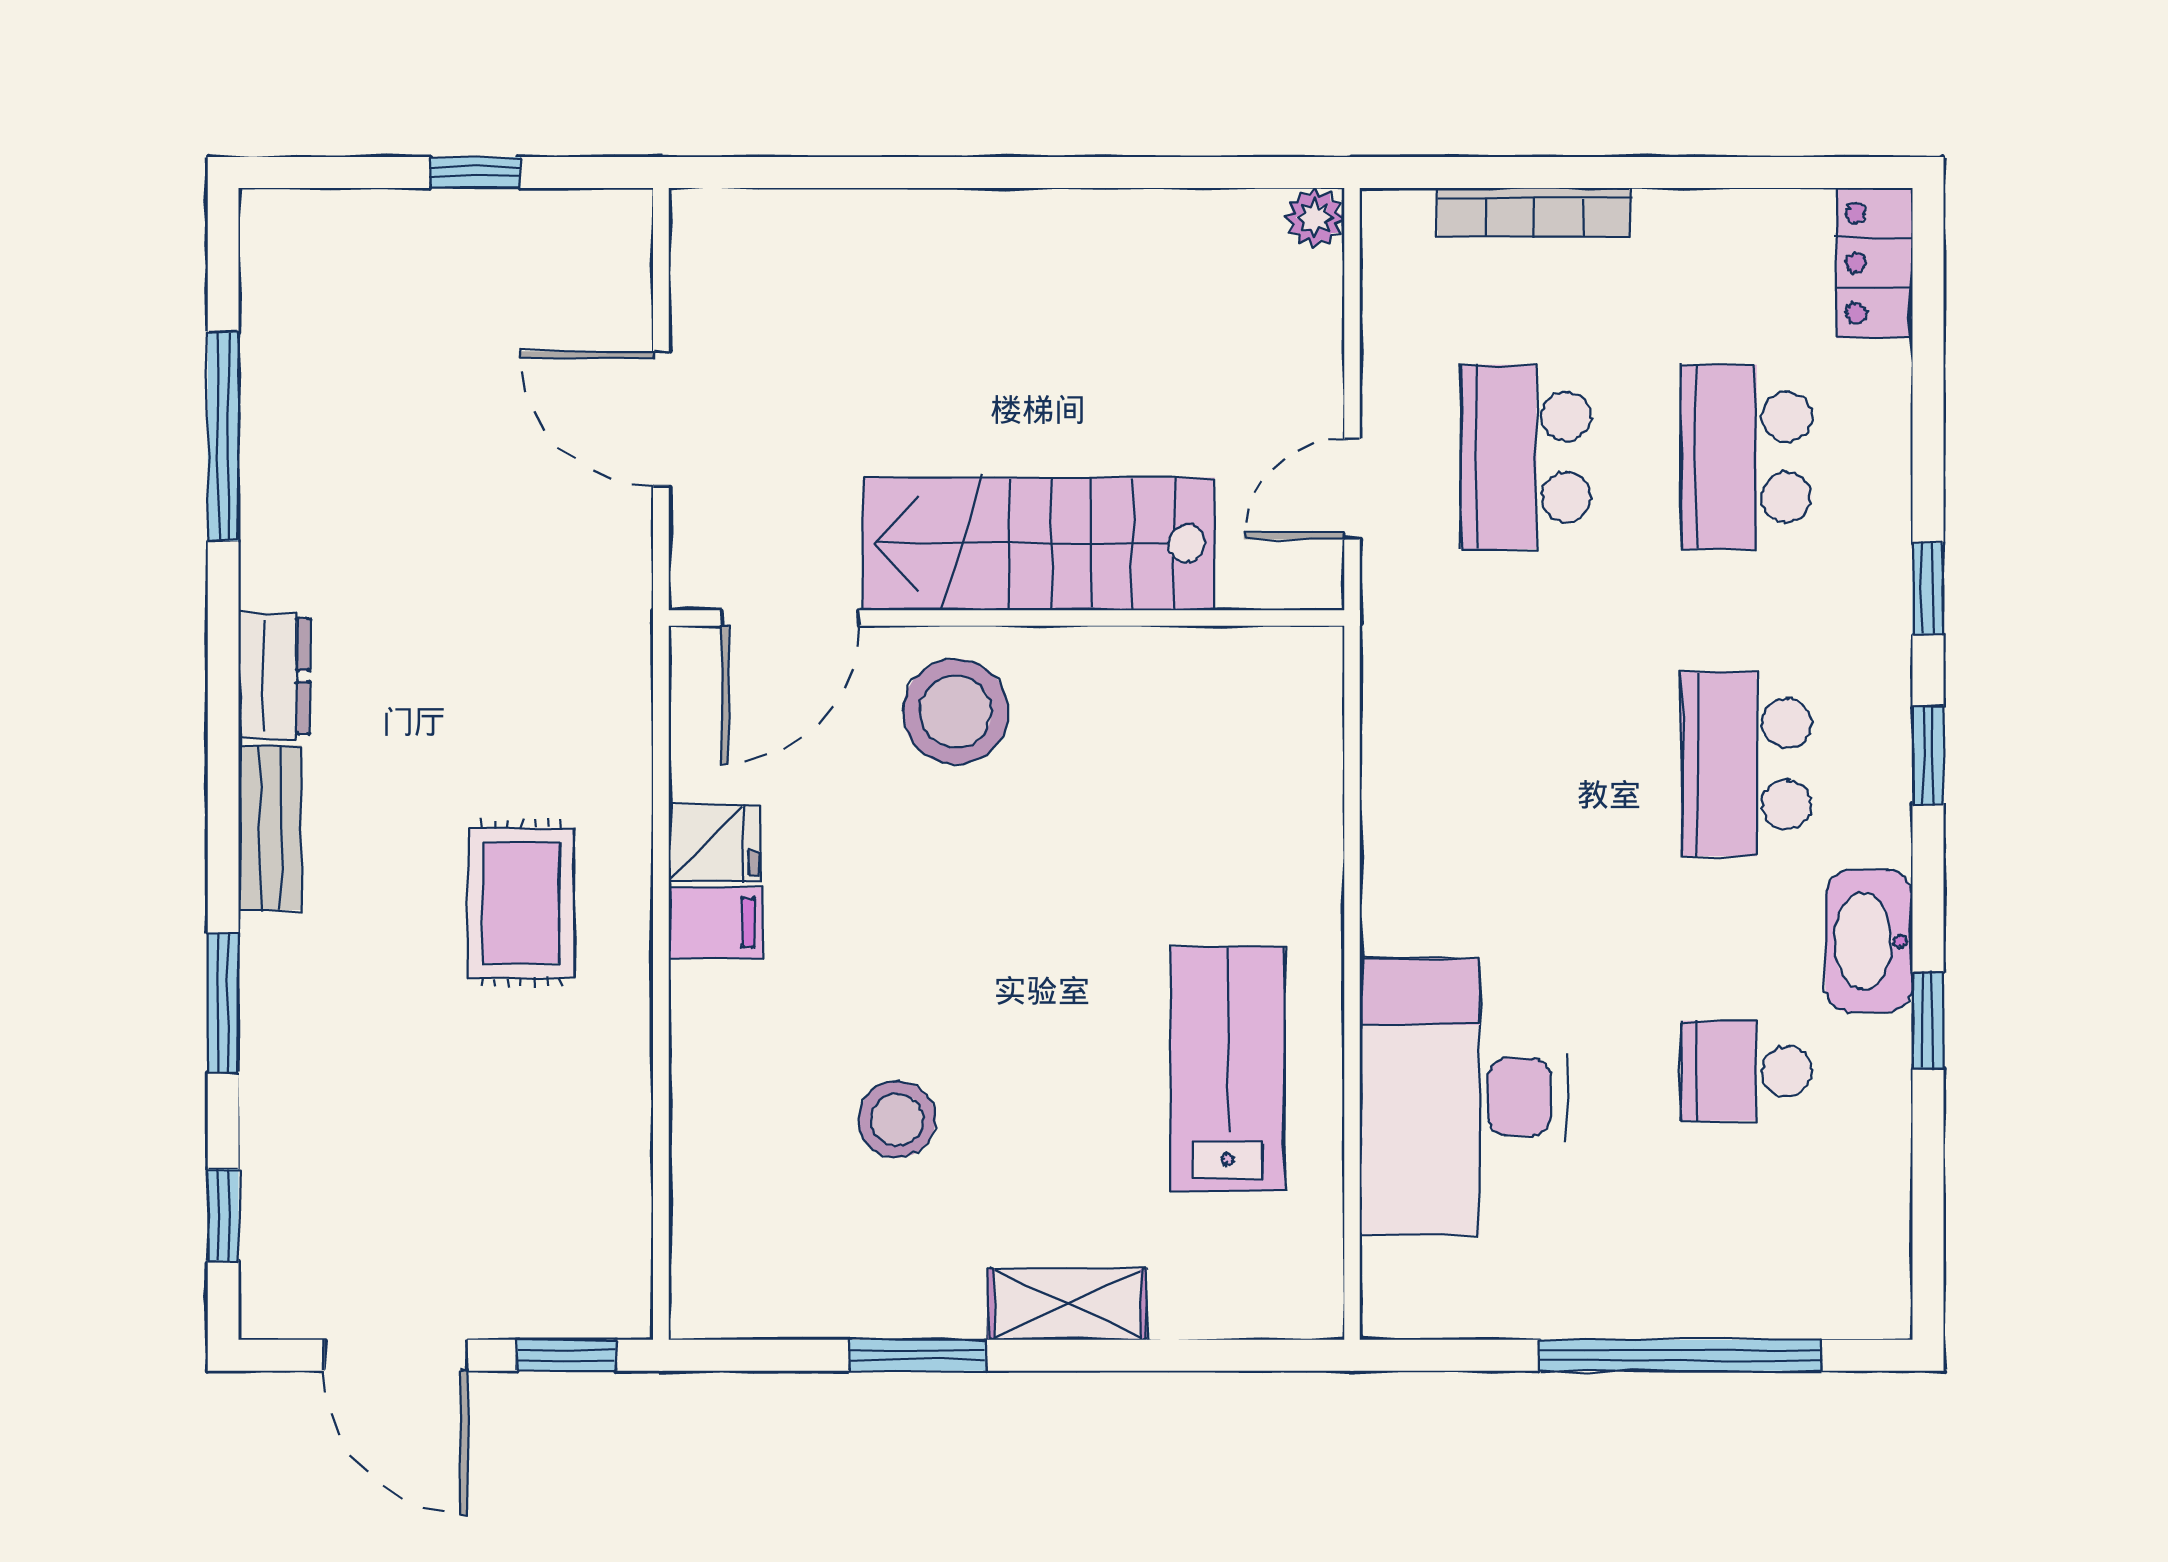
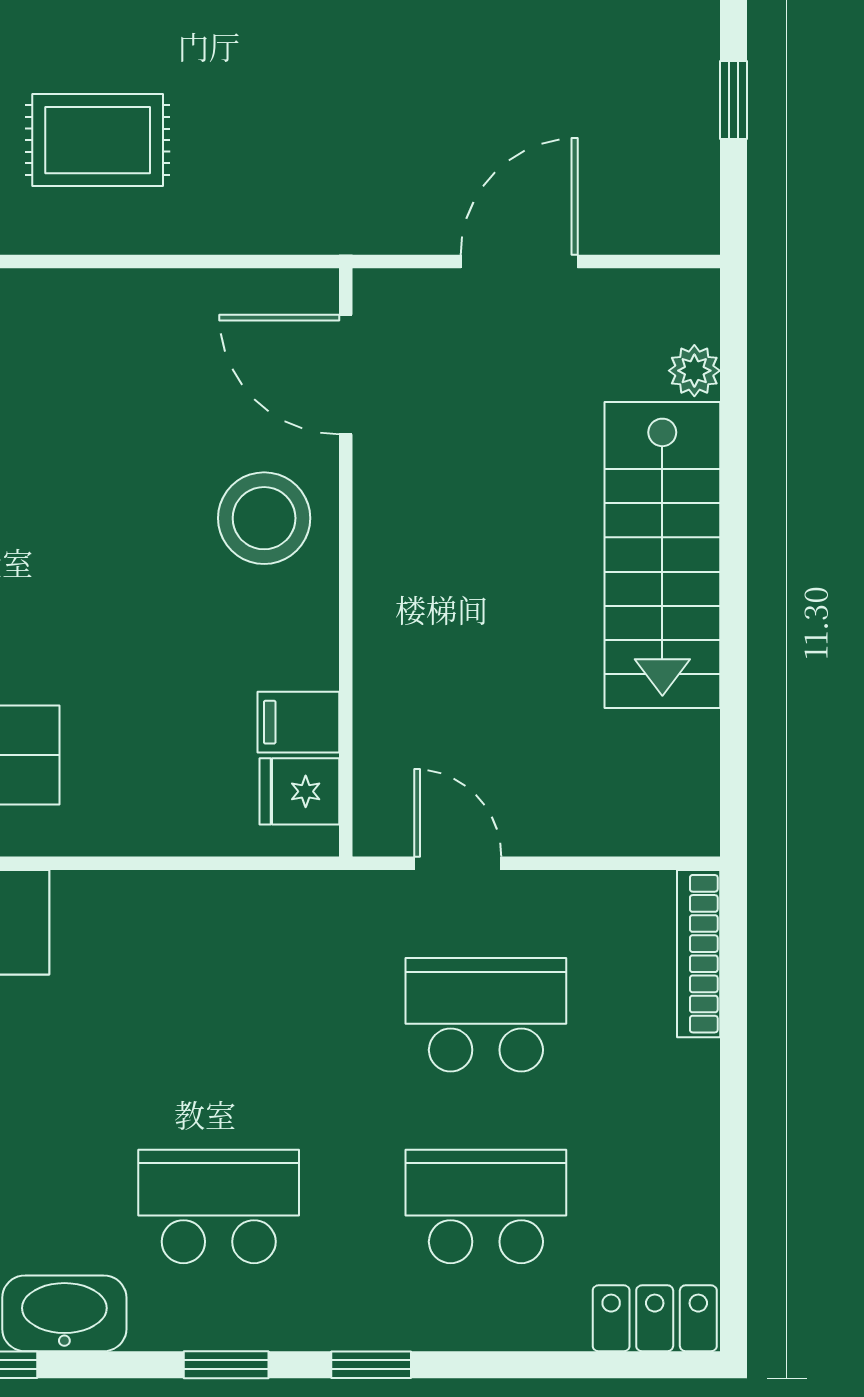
bookcase: (1534, 213) -> (699, 954), moved
plant: (1315, 218) -> (694, 371), moved
stairs: (1039, 544) -> (662, 555), moved, turned 180
fridge: (714, 843) -> (299, 791), moved, turned 90
filing cabinet: (715, 923) -> (298, 722), moved, turned 90

